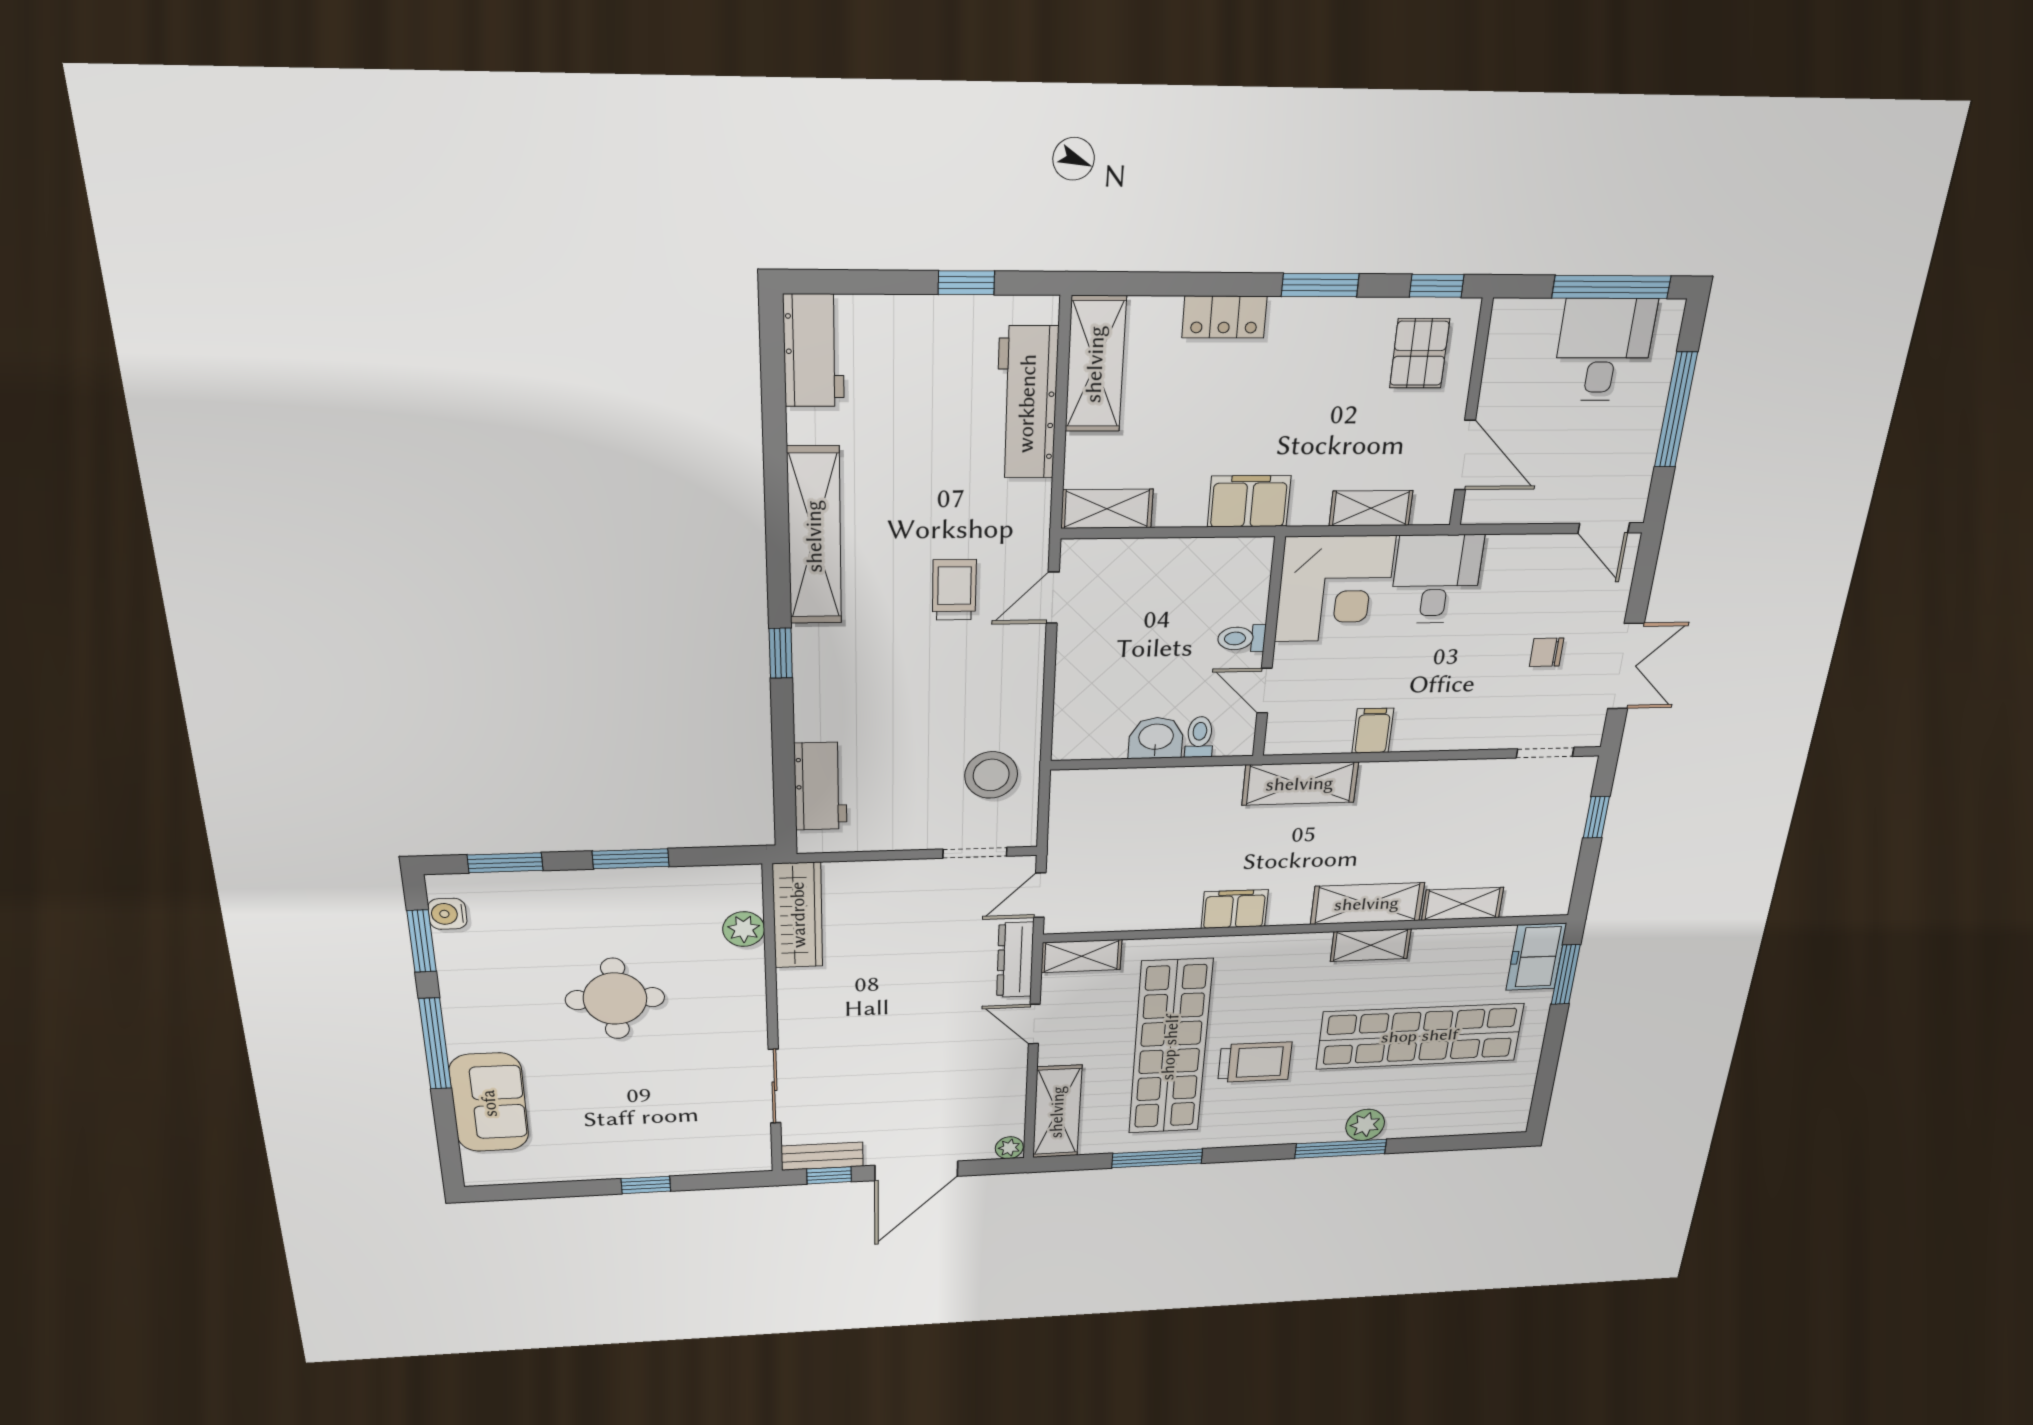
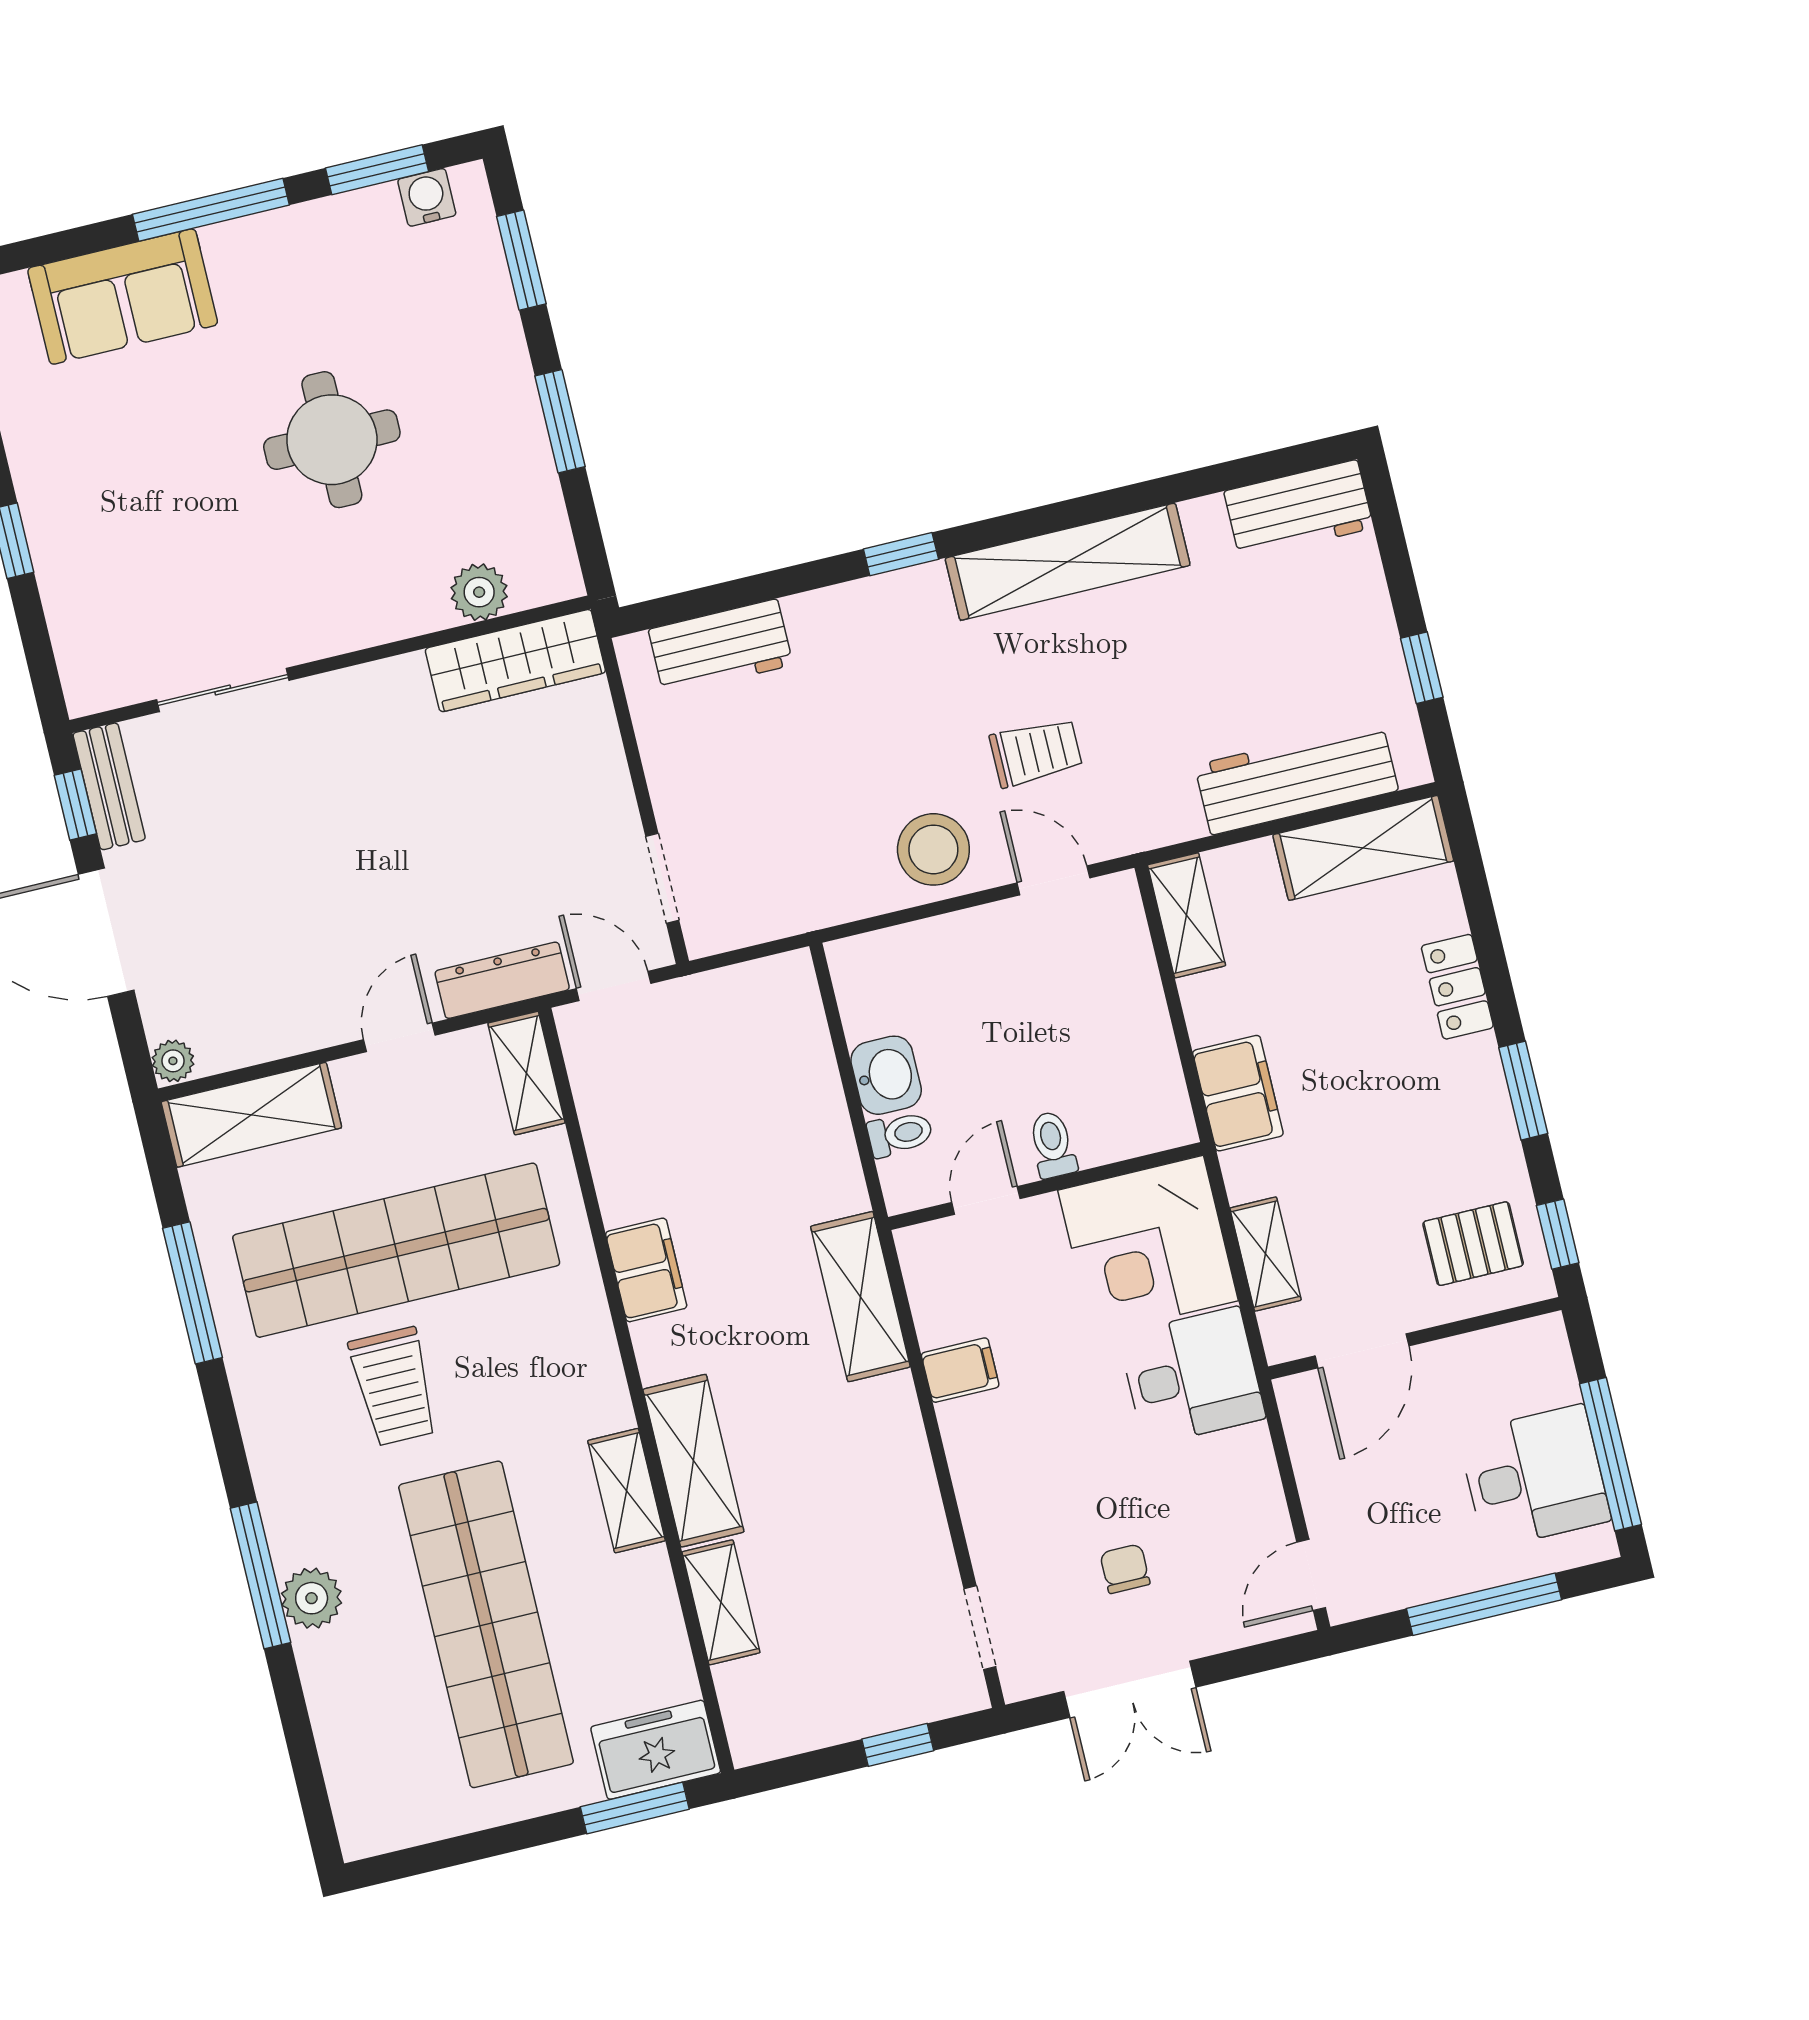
stool: (991, 775) -> (933, 849), moved

